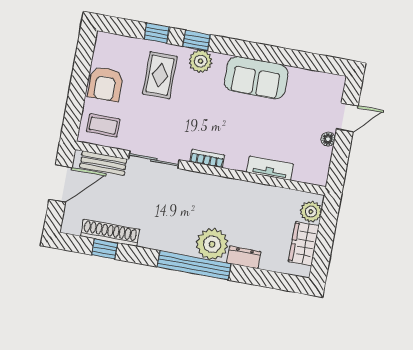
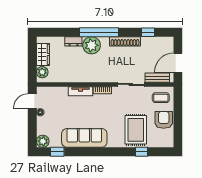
window: (197, 40) -> (57, 152), moved
plant: (201, 61) -> (43, 141), moved
rug: (160, 75) -> (136, 130), width x1.36, depth x1.43
sofa: (256, 78) -> (84, 138), width x1.36
door: (347, 117) -> (32, 101), moved
tv unit: (270, 168) -> (81, 91), moved
shoe rack: (110, 233) -> (125, 41), moved

